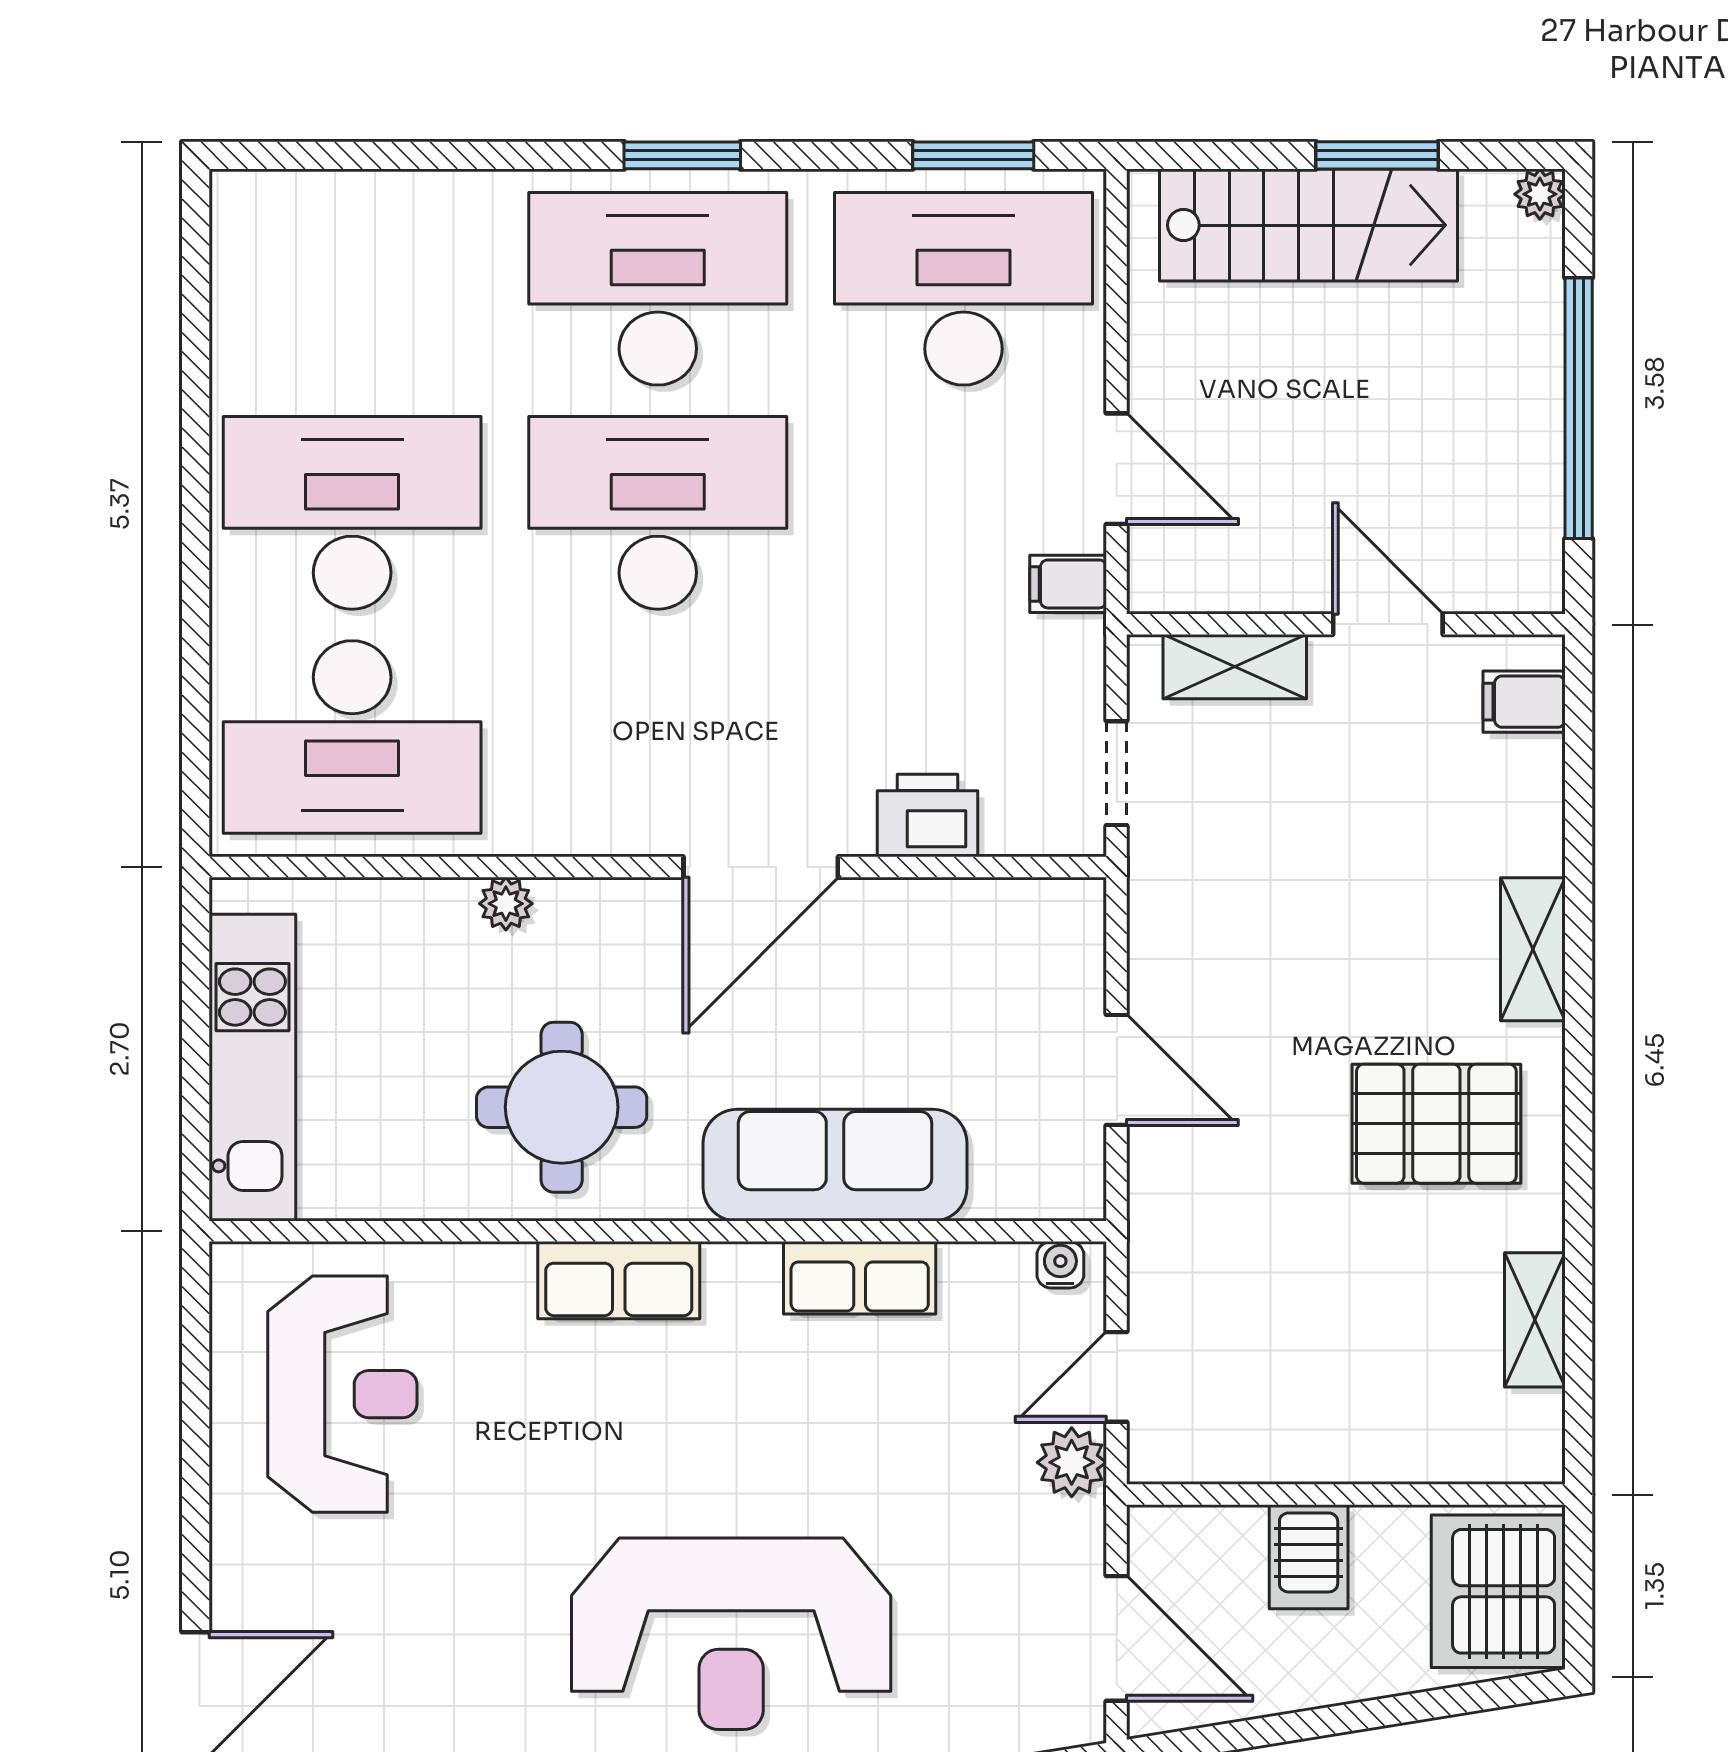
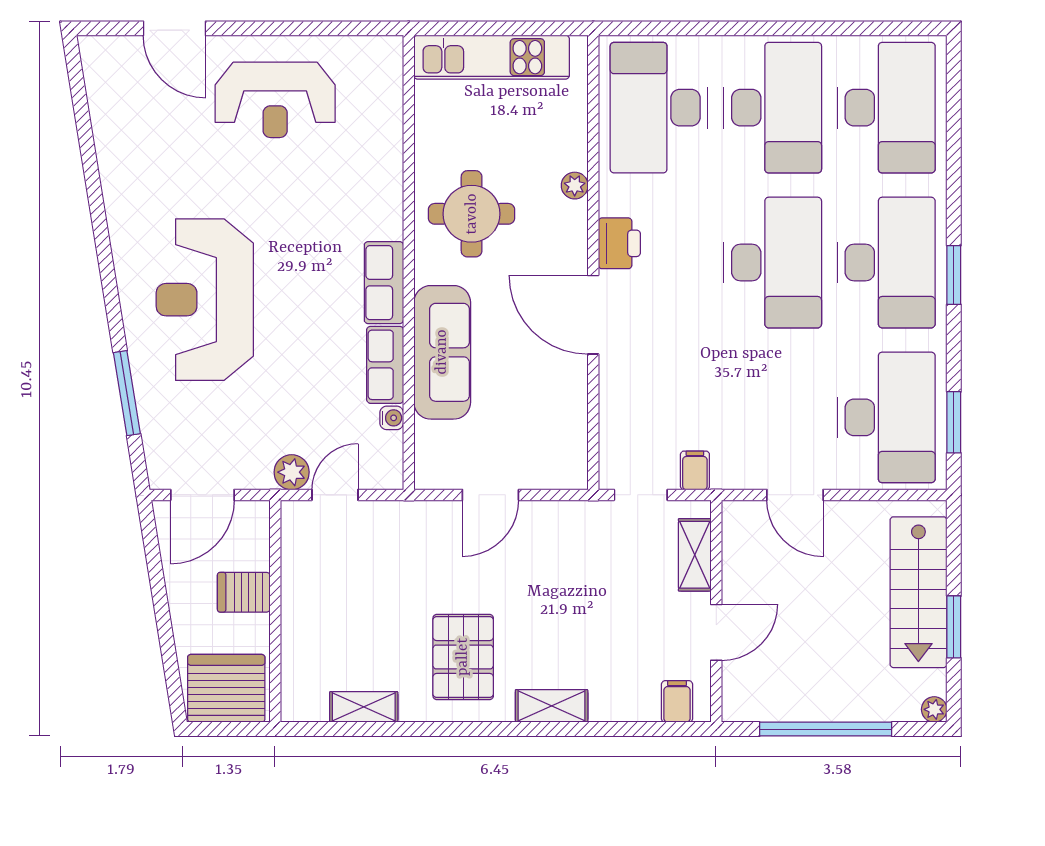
desk: (352, 289) -> (886, 108), added
door: (1117, 469) -> (795, 495), hinge flipped
filing cabinet: (1068, 584) -> (695, 470), moved
printer: (927, 815) -> (619, 243), moved
water cooler: (1060, 1265) -> (392, 418), moved
row of seats: (619, 1280) -> (384, 283), moved
door: (1117, 1377) -> (335, 495), hinge flipped
reception desk: (342, 1394) -> (275, 100), moved

